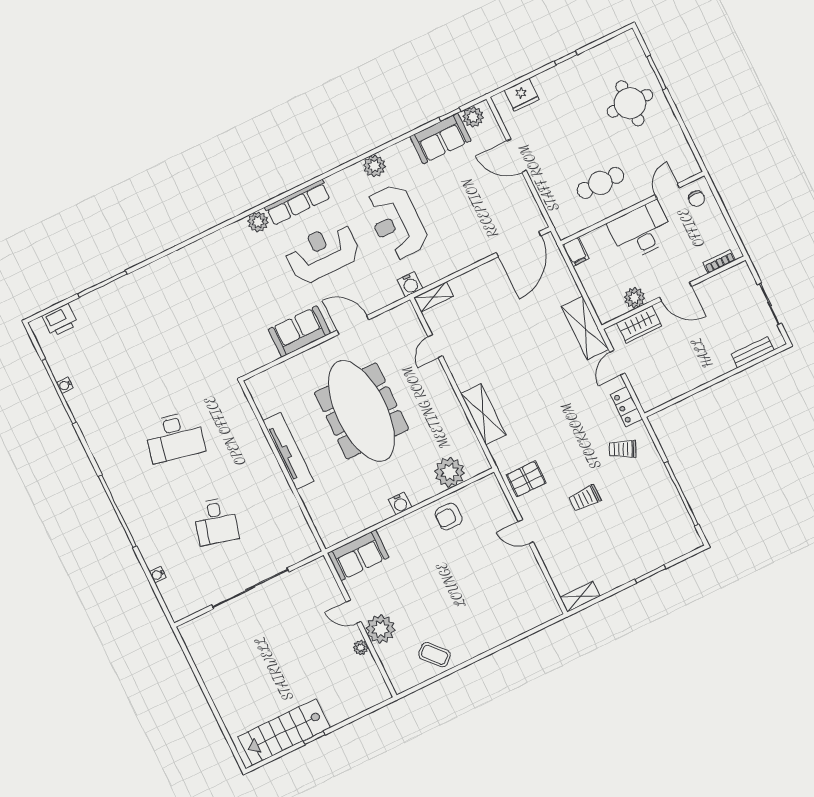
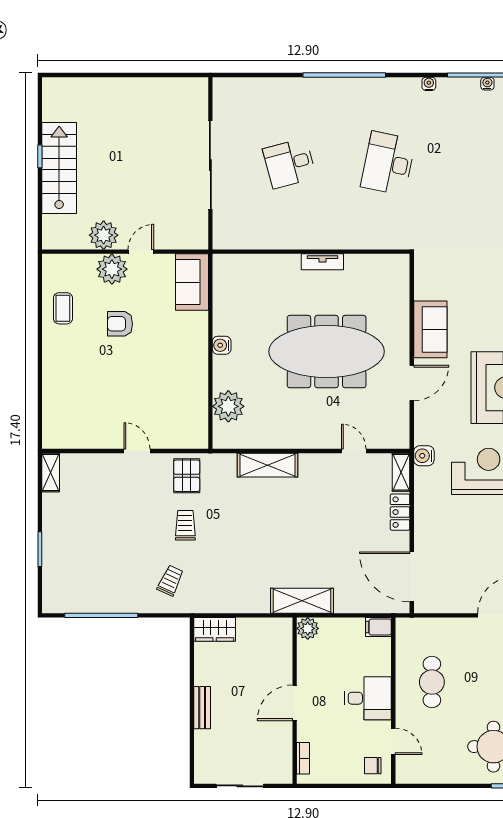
desk: (641, 231) -> (368, 698), width x0.73
plant: (635, 298) -> (308, 628), moved
wardrobe: (639, 324) -> (215, 629), moved, turned -90
bench: (753, 352) -> (202, 708), moved
door: (617, 363) -> (254, 615), removed
locker: (626, 407) -> (400, 512), moved, turned -90
tv unit: (288, 451) -> (322, 262), width x0.52, depth x0.78
trolley: (585, 498) -> (185, 525), moved
armchair: (449, 517) -> (120, 324), moved, turned -90
desk: (216, 521) -> (289, 163), turned -30
door: (526, 532) -> (137, 451), hinge flipped
water cooler: (158, 575) -> (429, 84), moved
plant: (361, 648) -> (104, 235), width x1.88, depth x1.88
coffee table: (435, 655) -> (63, 308), turned -48
stairs: (284, 732) -> (59, 168), moved

